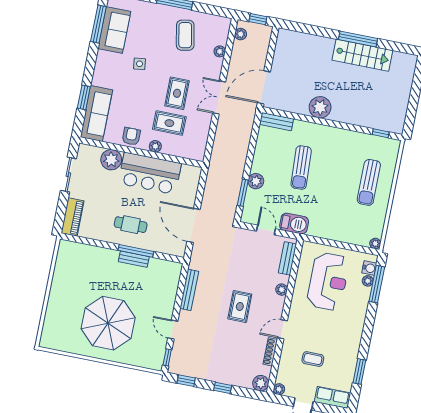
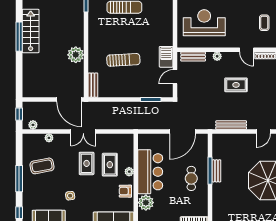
rug: (177, 93) -> (87, 163), turned 90
plant: (256, 181) -> (140, 92), removed

